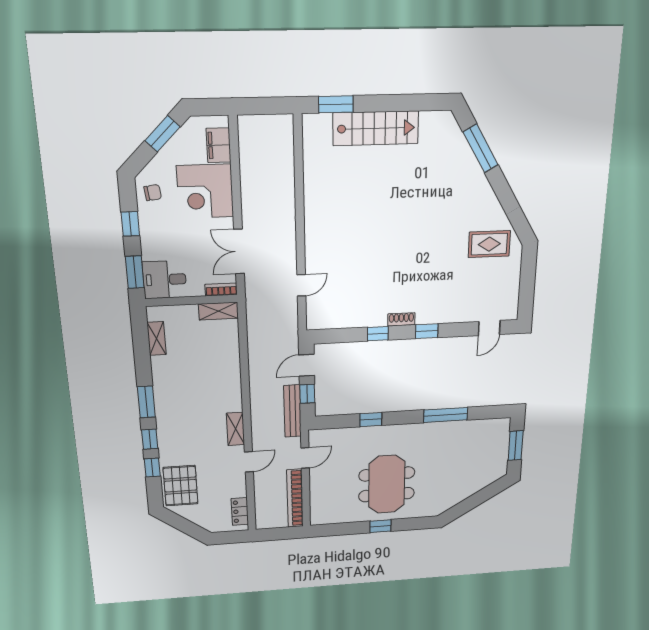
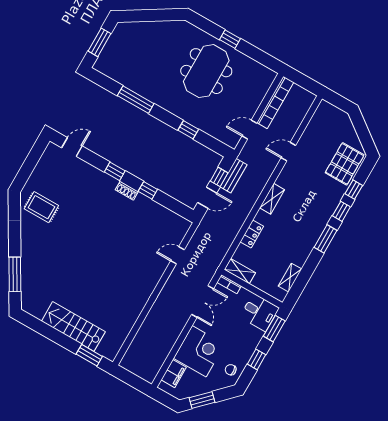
bench: (292, 411) -> (233, 176), width x0.73
shelving: (236, 429) -> (272, 199), moved
locker: (240, 511) -> (252, 234), moved

